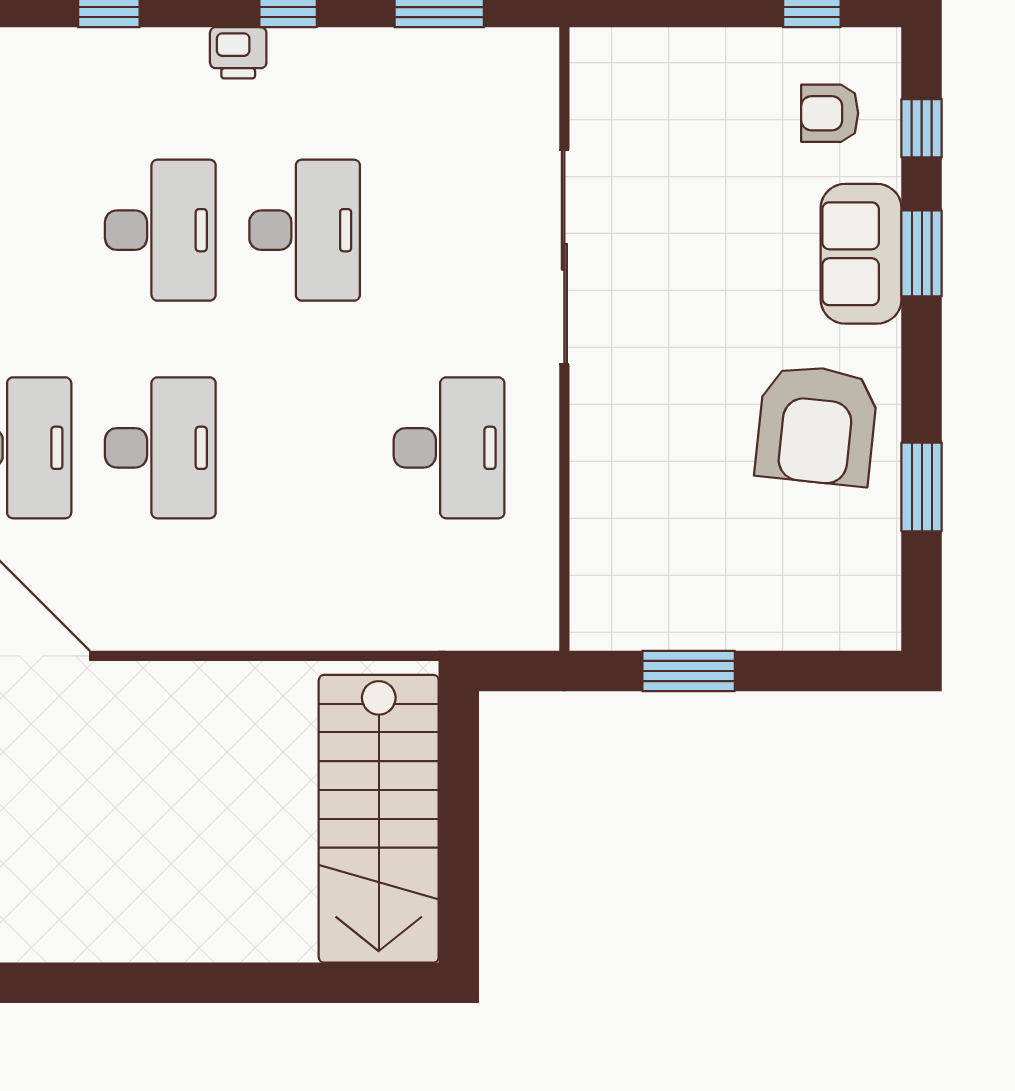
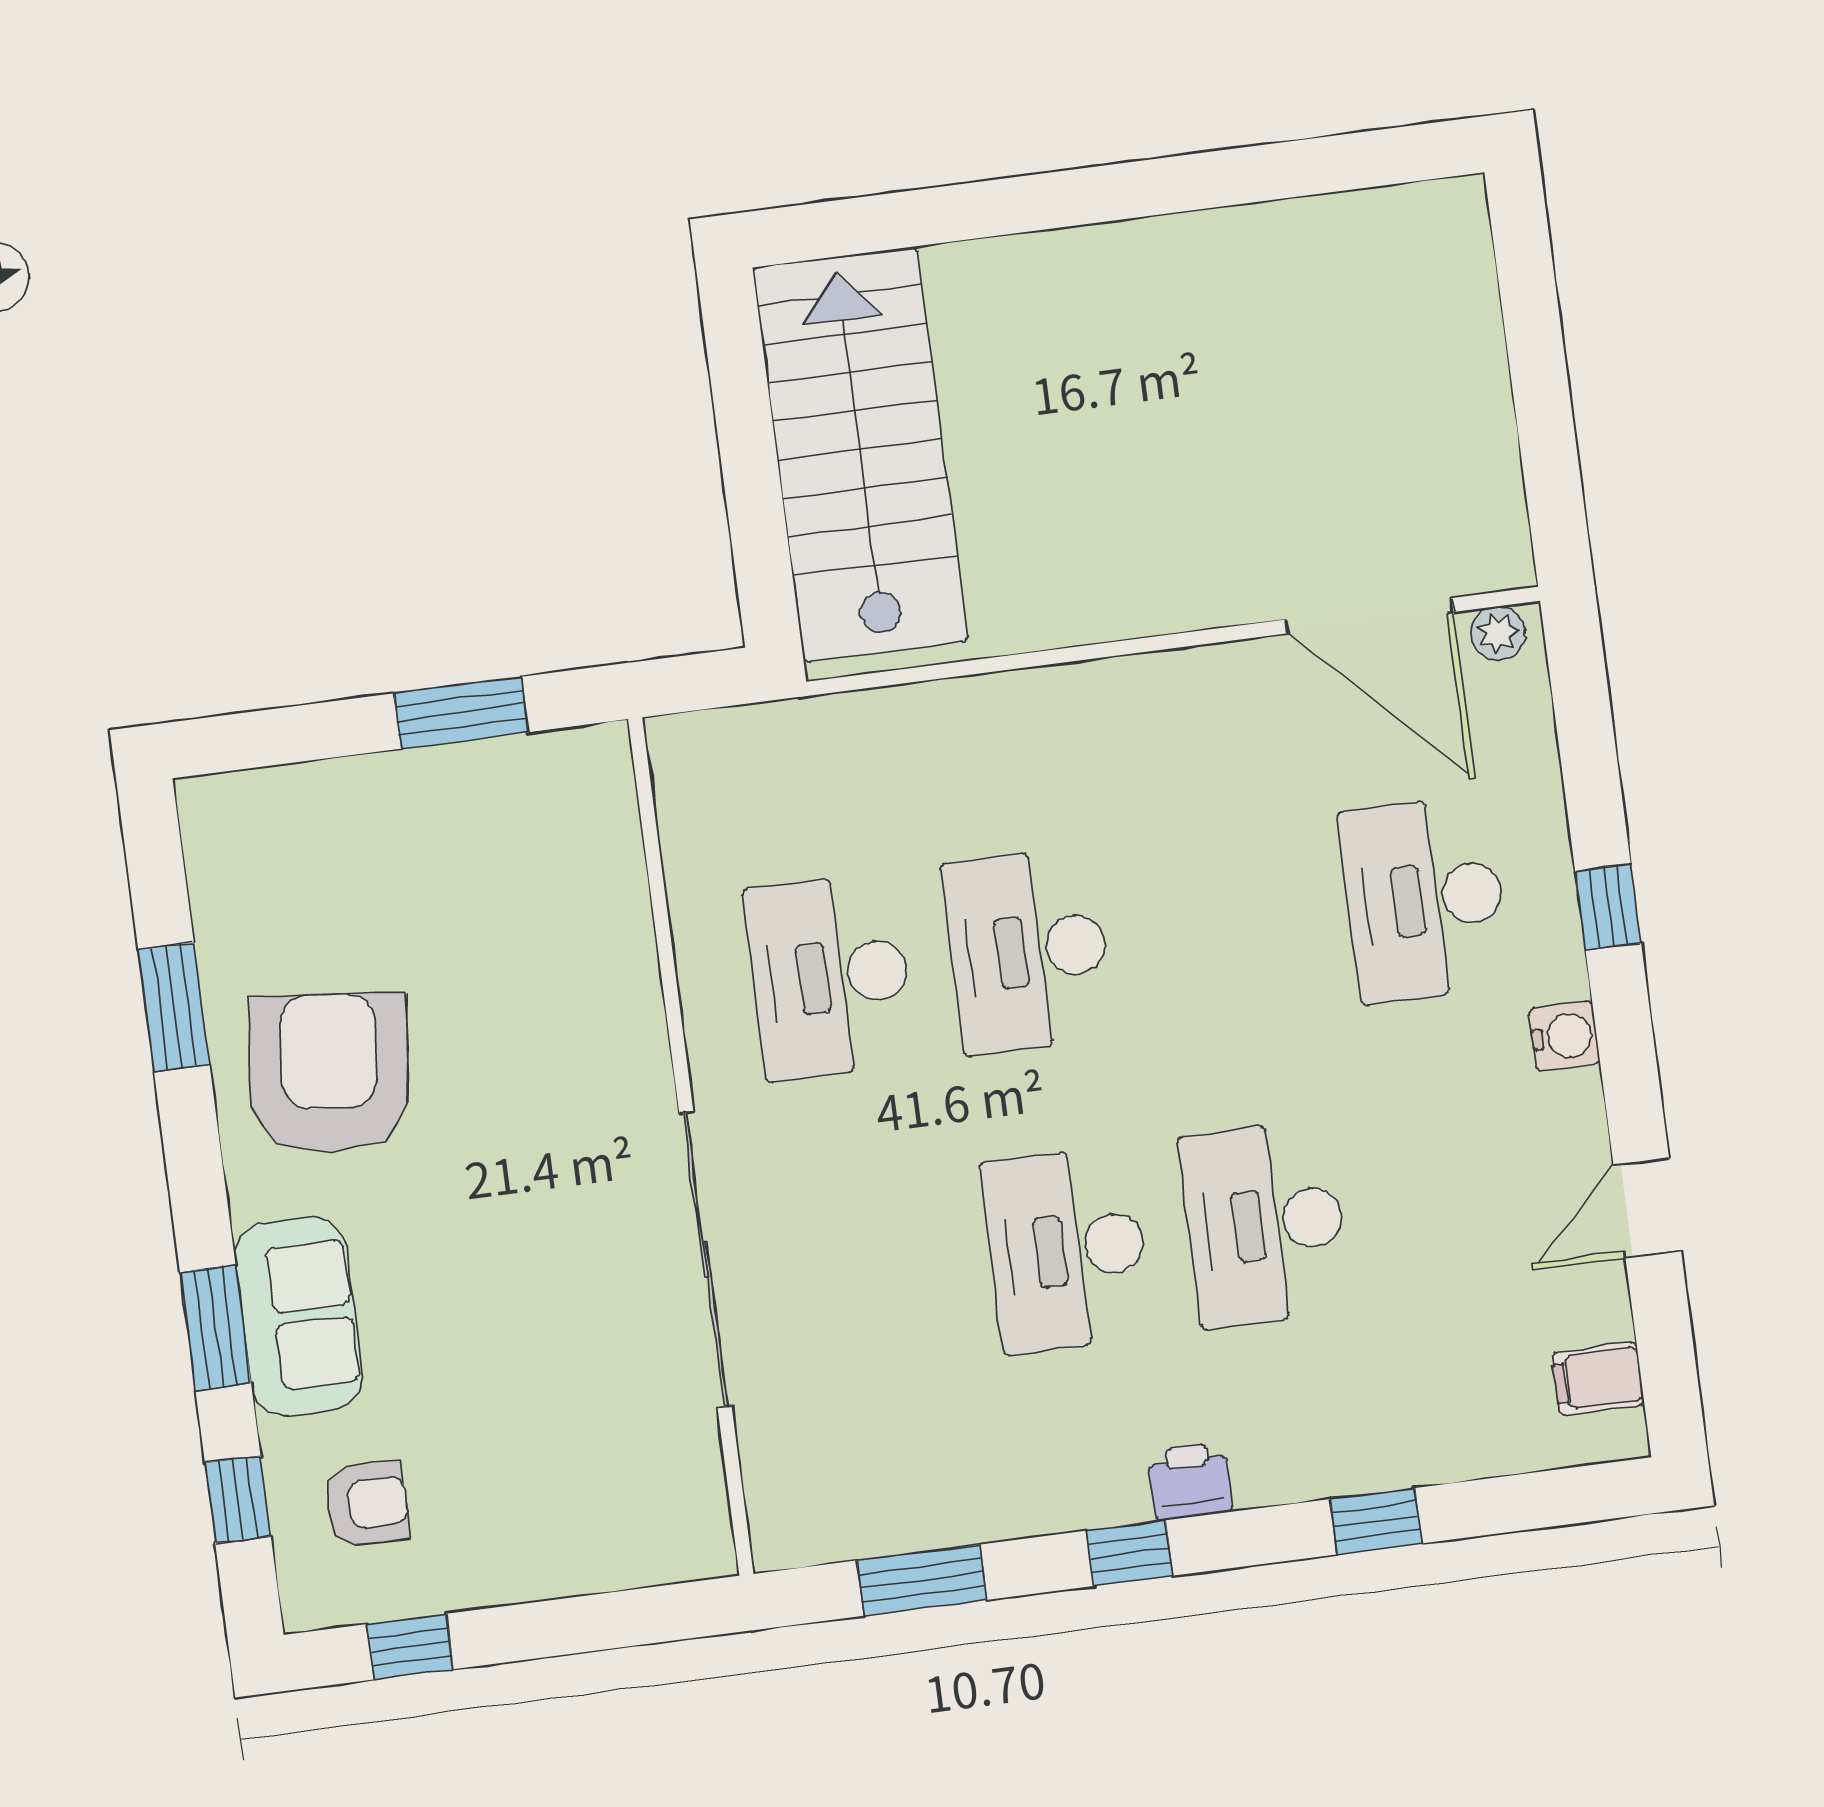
desk: (160, 448) -> (1028, 951), moved

